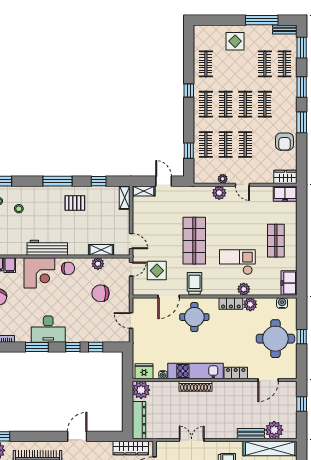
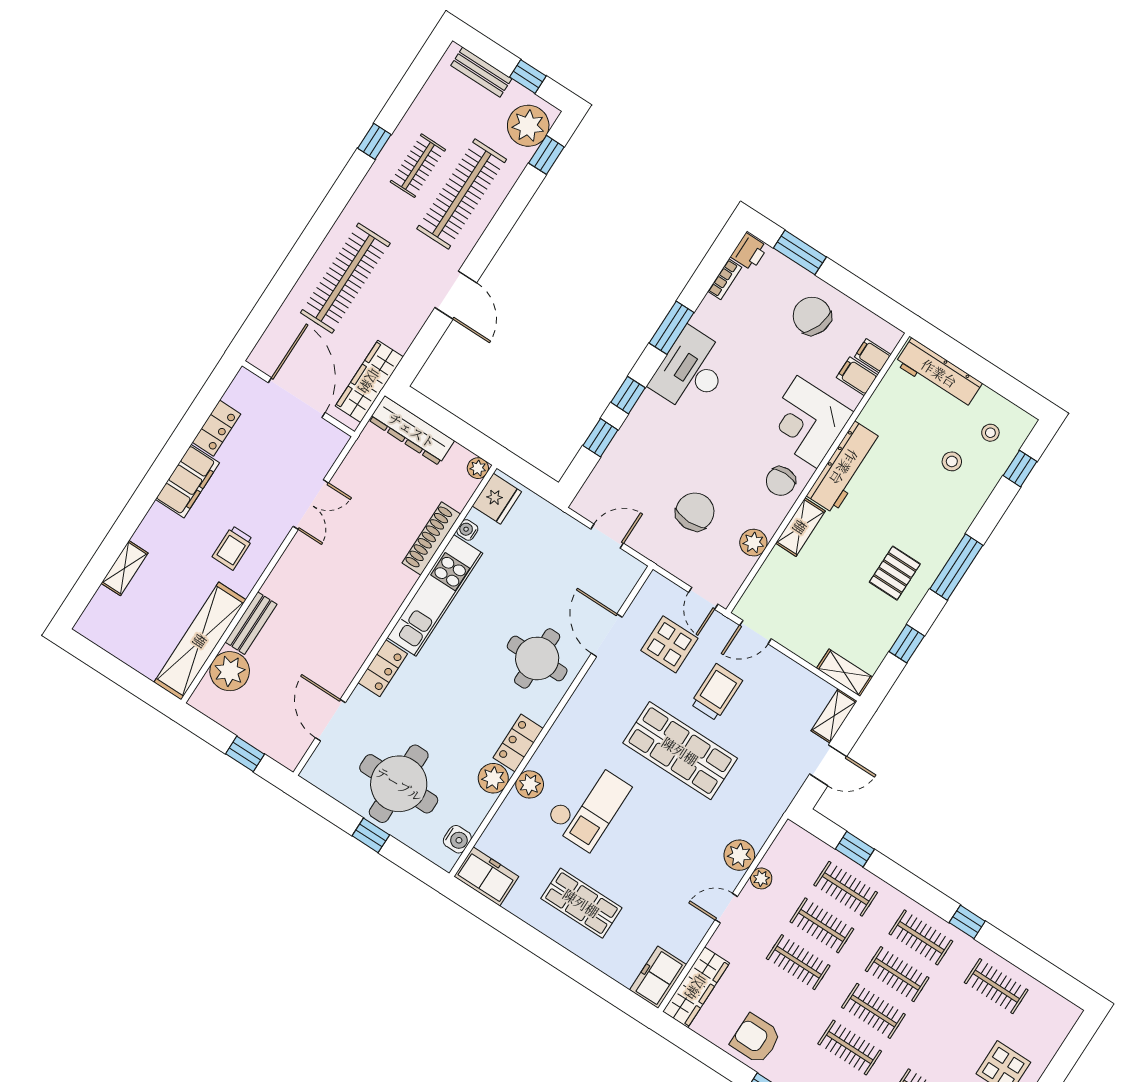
wardrobe: (285, 177) -> (696, 987), width x1.50
shelving: (101, 250) -> (800, 527), moved
trolley: (195, 283) -> (716, 692), moved, turned -90
shoe rack: (196, 386) -> (431, 539), moved
plant: (141, 390) -> (478, 468), width x0.53, depth x0.53

